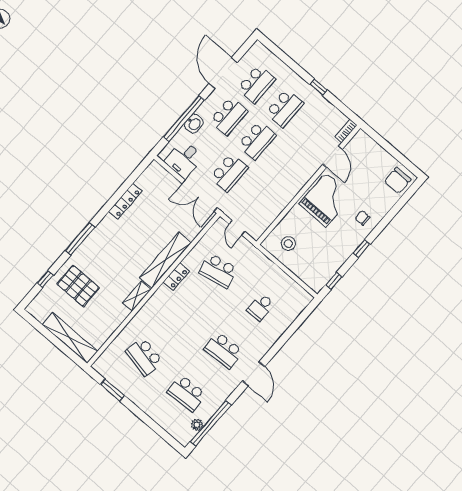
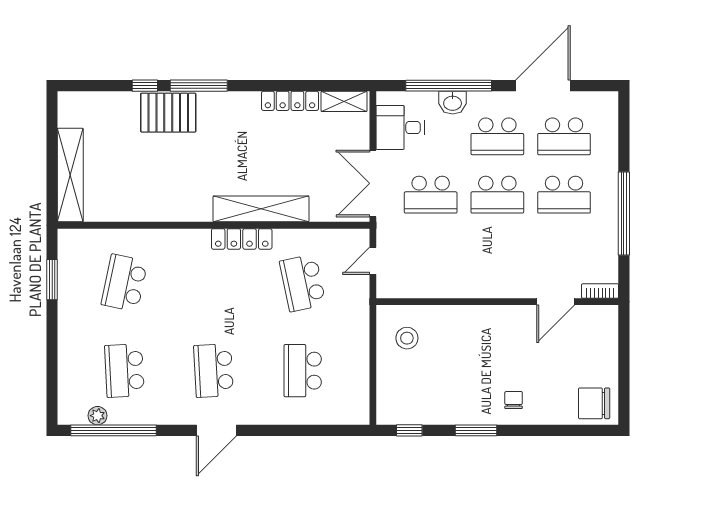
window: (319, 87) -> (624, 213), width x3.17
grand piano: (326, 200) -> (497, 338), removed
window: (361, 249) -> (476, 430), width x1.50
locker: (176, 277) -> (242, 239), width x1.53
window: (45, 279) -> (145, 86), moved
pallet: (78, 286) -> (168, 113), moved, turned 90
shelving: (137, 296) -> (344, 101), moved
school desk: (261, 307) -> (303, 371), width x1.85

